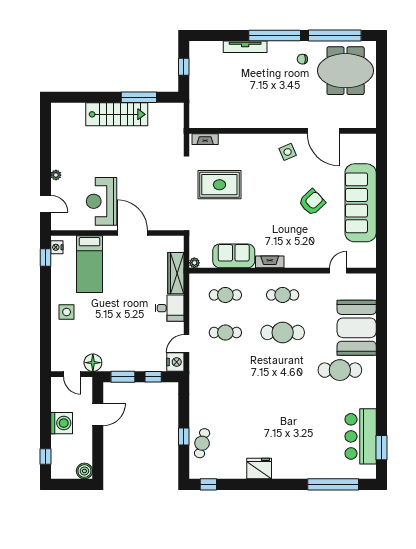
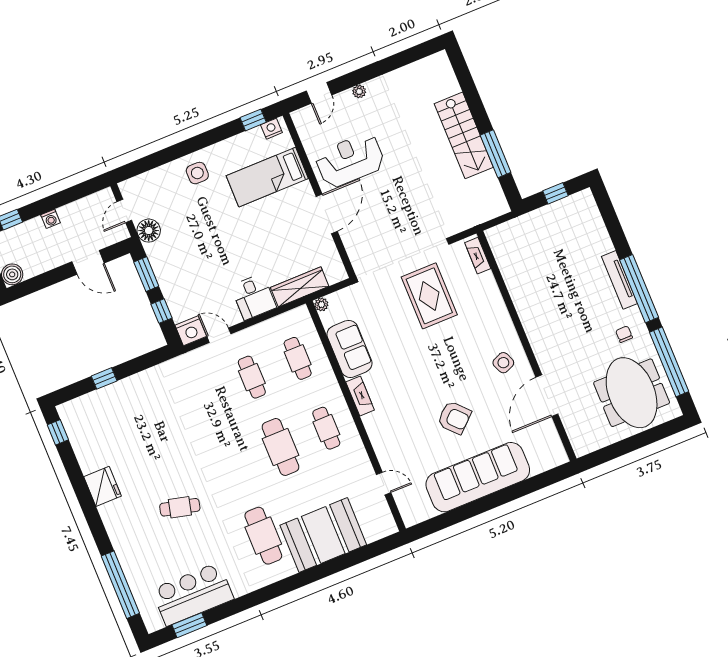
tv unit: (245, 47) -> (619, 280), moved
washing machine: (62, 423) -> (51, 219), width x0.53, depth x0.53
cafe table: (202, 443) -> (180, 507), moved

